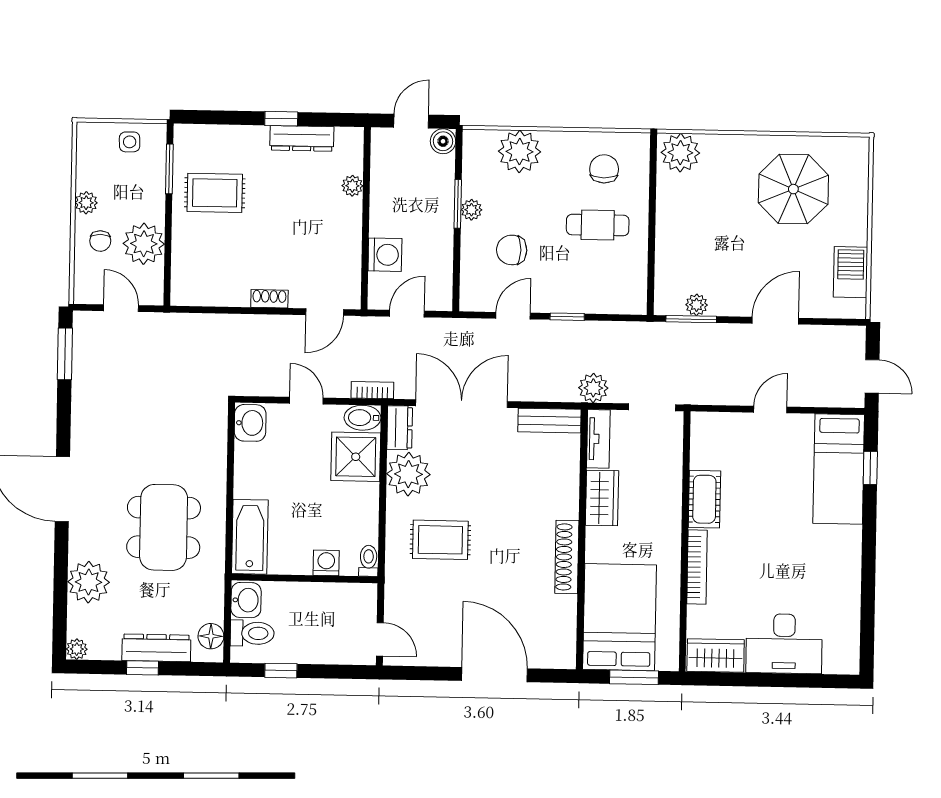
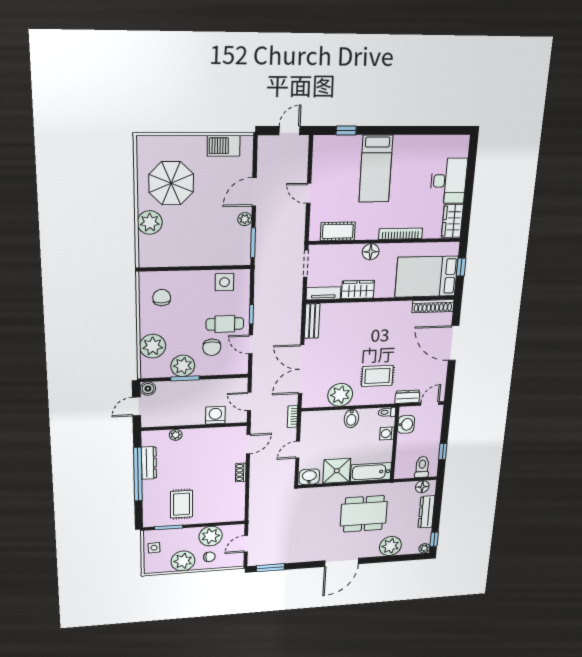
window: (281, 119) -> (138, 474), width x3.17
door: (411, 121) -> (137, 406), hinge flipped
plant: (680, 153) -> (150, 223), moved
chair: (604, 169) -> (162, 298), turned 90
plant: (86, 203) -> (183, 561), width x1.87, depth x1.87
plant: (471, 210) -> (183, 366), width x1.88, depth x1.88
cafe table: (598, 225) -> (225, 324), moved, turned 90
side table: (626, 272) -> (224, 282), added
plant: (697, 305) -> (245, 219), moved
door: (325, 312) -> (248, 444), hinge flipped
door: (775, 321) -> (254, 192), hinge flipped
plant: (593, 388) -> (294, 298), removed
bidet: (363, 418) -> (351, 418), moved
dresser: (400, 428) -> (407, 397), moved
shower: (356, 457) -> (337, 471), moved
bed: (839, 469) -> (376, 169), moved, turned 90
cot: (704, 499) -> (338, 231), moved
floor lamp: (668, 517) -> (371, 252), added
rug: (440, 540) -> (377, 376), turned 90
shoe rack: (567, 557) -> (433, 306), moved
washbasin: (246, 600) -> (406, 424), moved, turned 90
window: (142, 668) -> (434, 539), moved
door: (494, 675) -> (454, 343), hinge flipped
window: (634, 677) -> (461, 267), width x0.67

